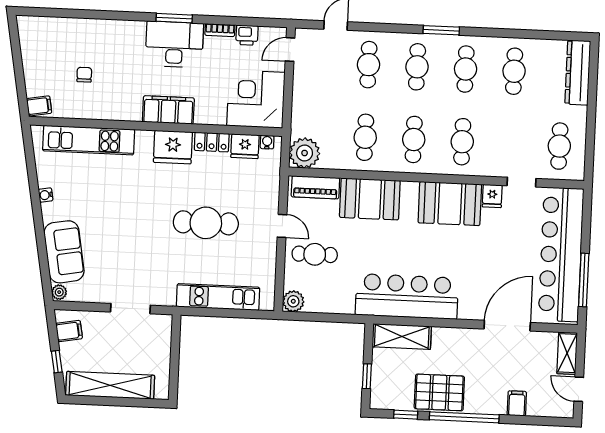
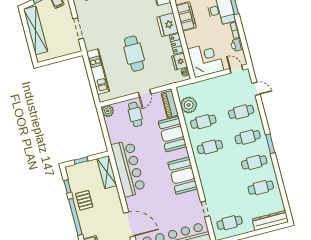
cafe table: (462, 142) -> (216, 172), removed
plant: (305, 153) -> (189, 105), moved
fridge: (492, 196) -> (193, 196), removed
pallet: (439, 392) -> (84, 200), width x0.67, depth x0.71

